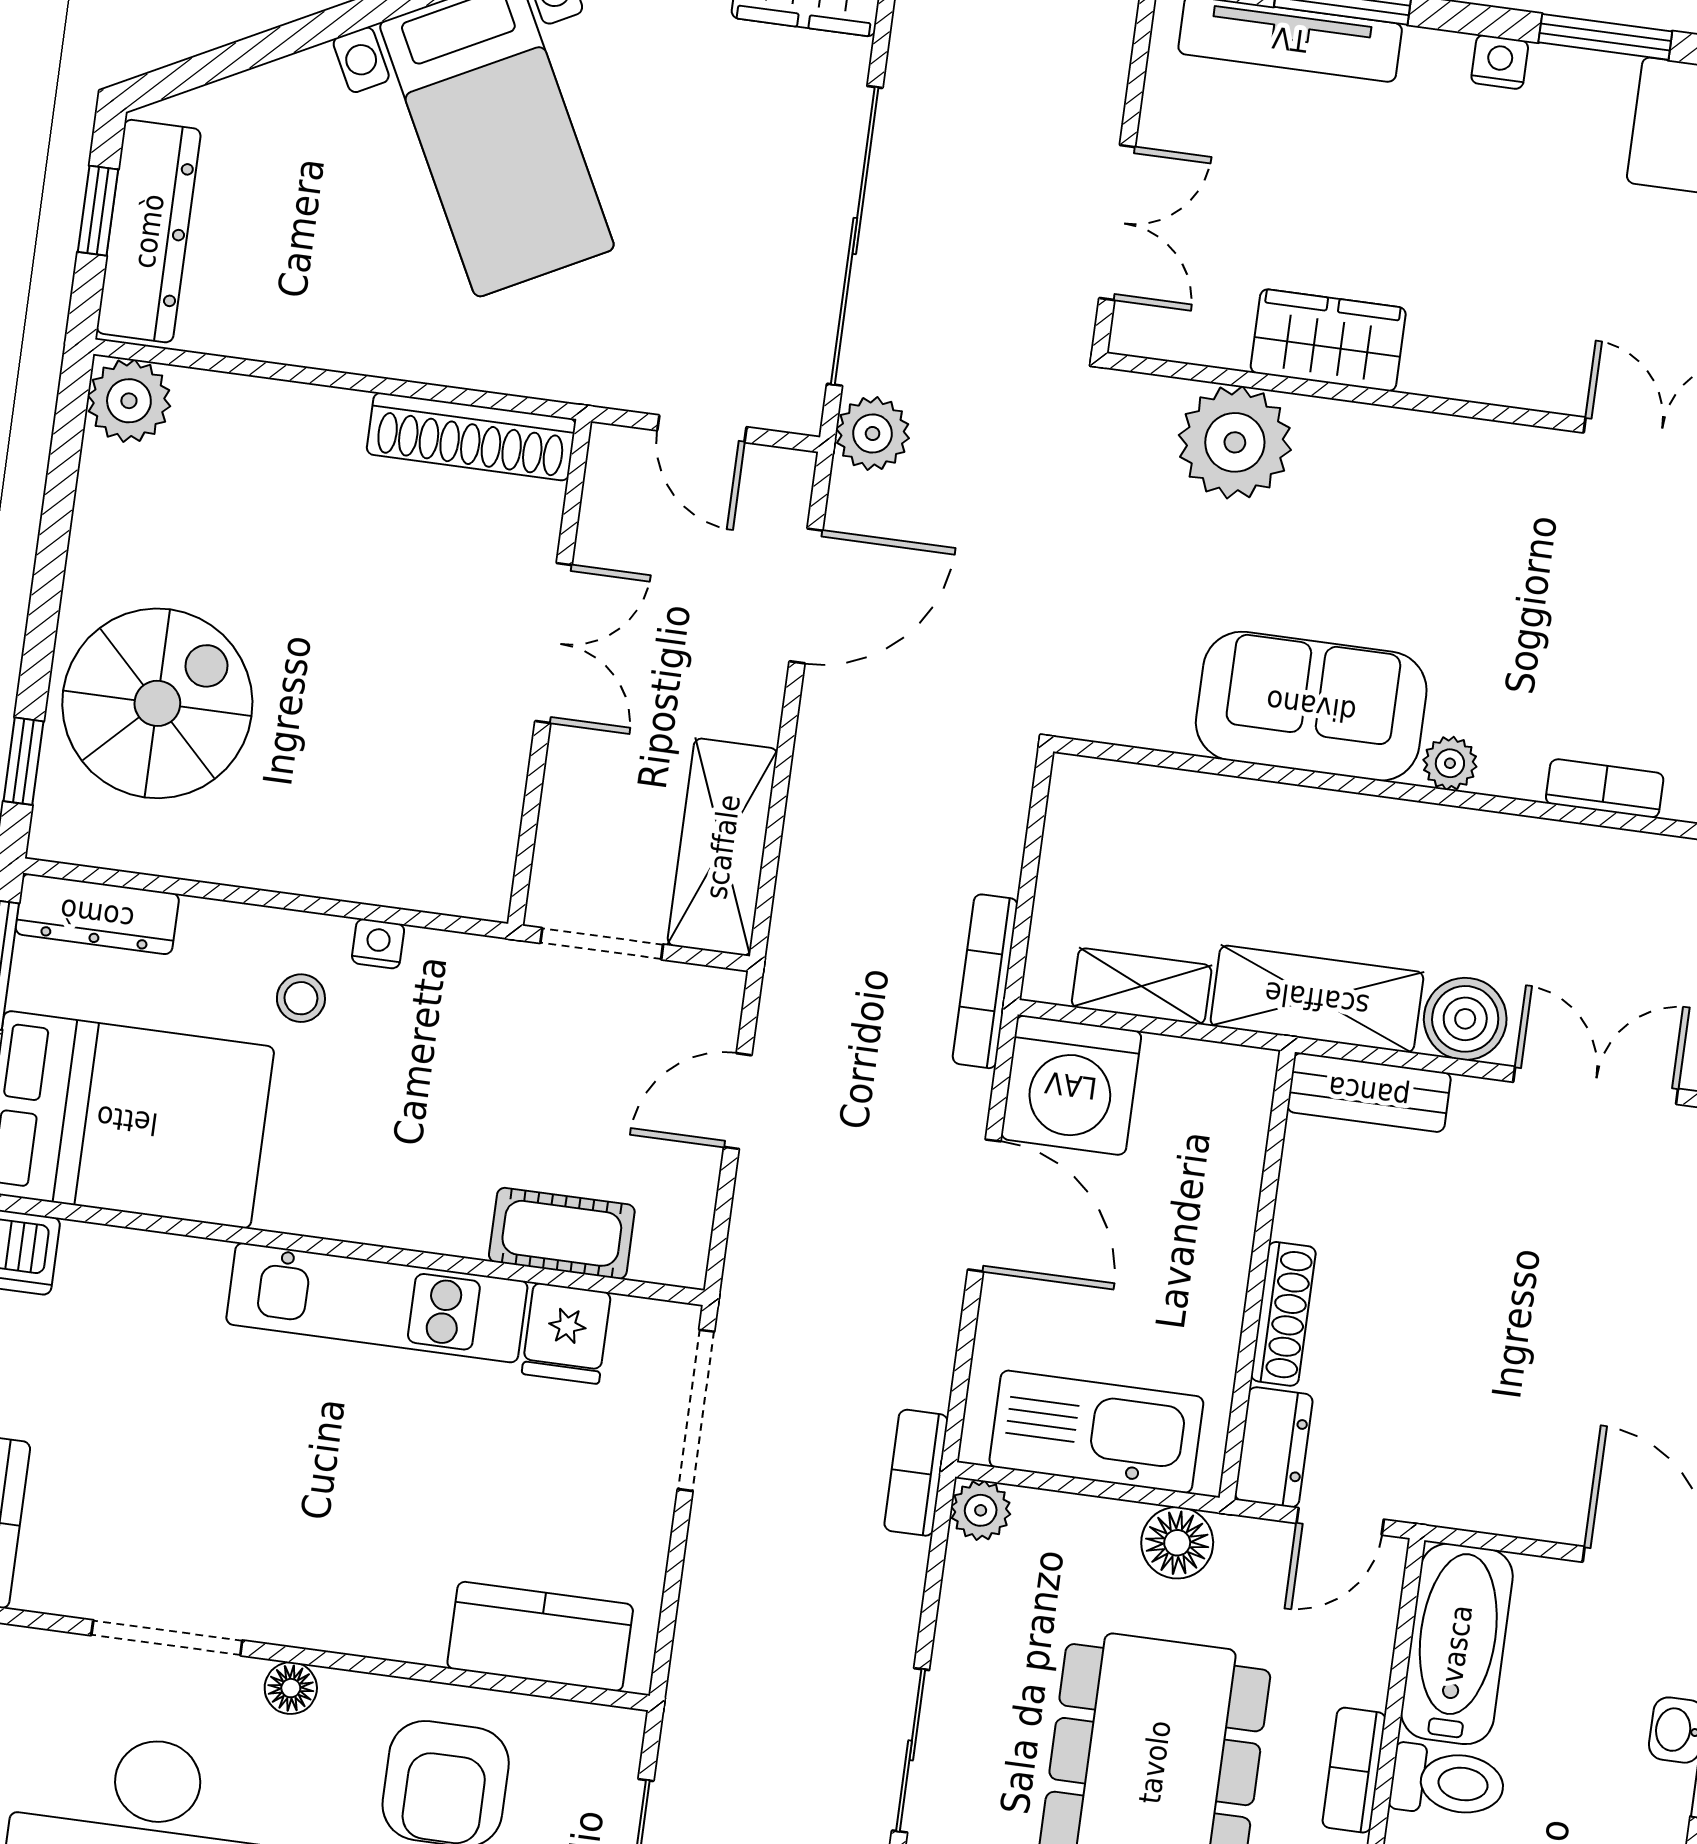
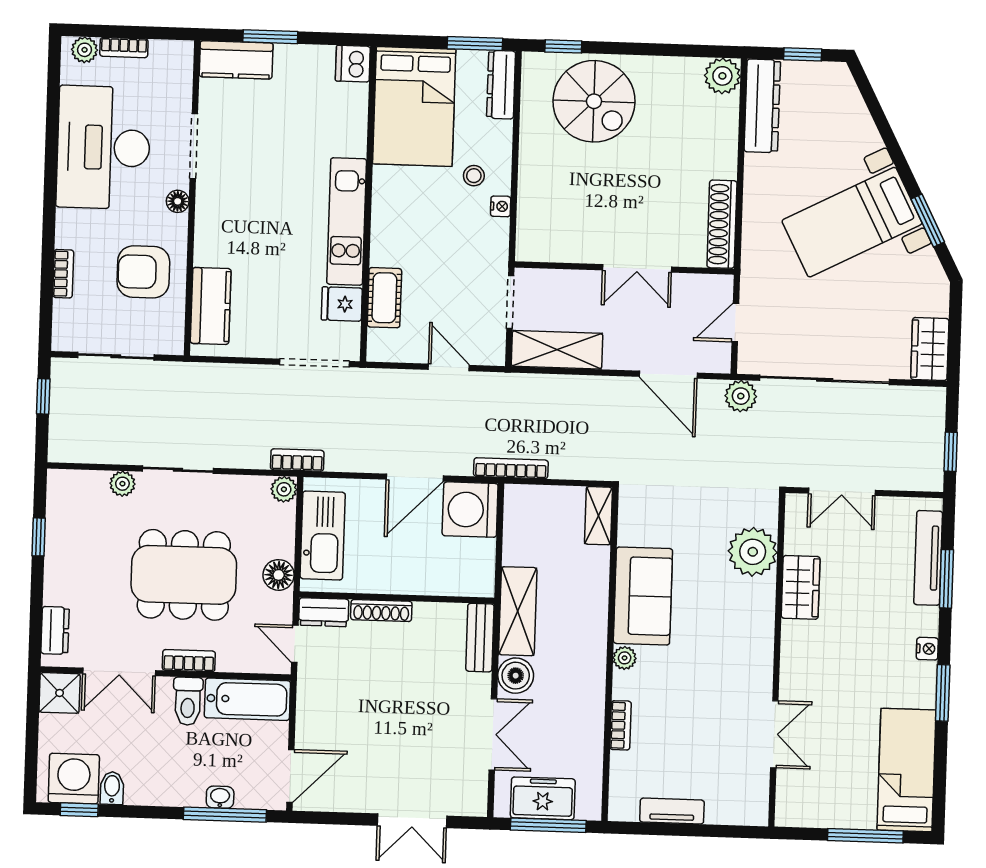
dresser: (149, 231) -> (762, 106), moved, turned -90
shelving: (1142, 986) -> (598, 516), moved

